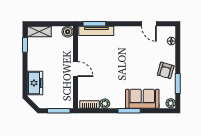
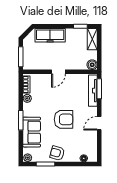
door: (149, 24) -> (99, 123), moved
armchair: (128, 63) -> (64, 119), added
freezer: (35, 83) -> (50, 35), width x1.40

